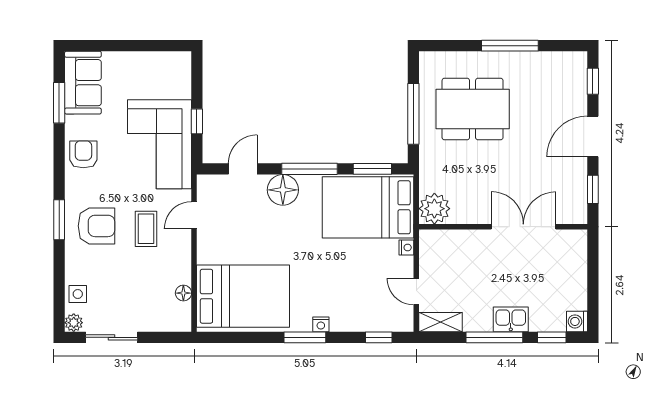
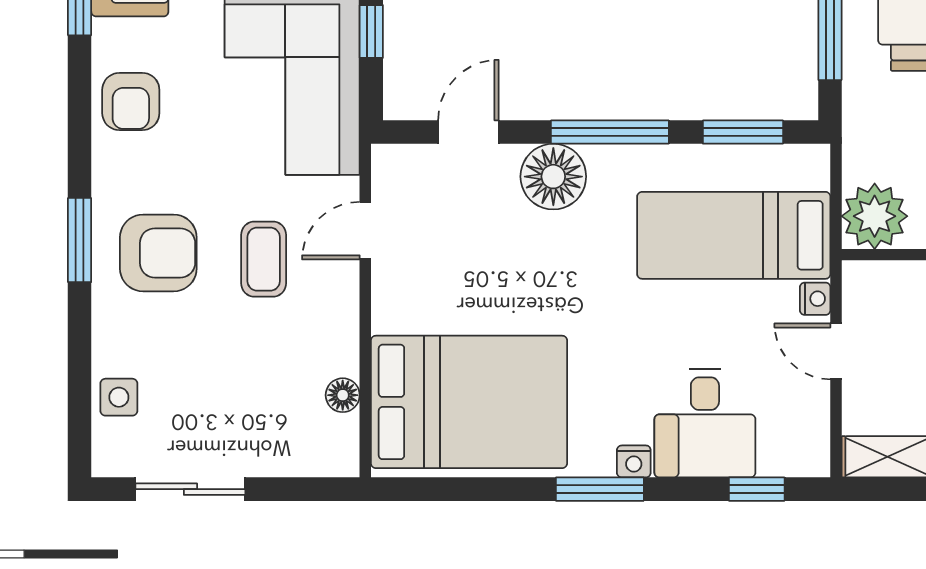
armchair: (83, 154) -> (131, 101), turned 180
bed: (368, 207) -> (734, 235), width x0.67
door: (416, 292) -> (836, 351), moved
desk: (354, 306) -> (705, 423), added
plant: (74, 323) -> (110, 458), removed

